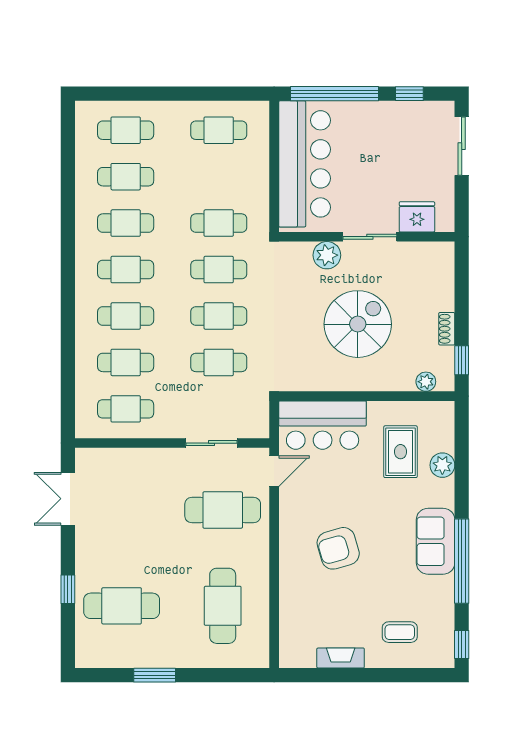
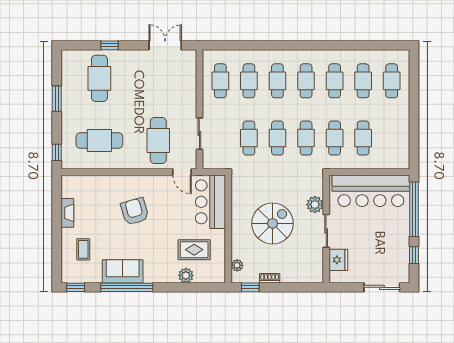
cafe table: (219, 130) -> (363, 138), moved
spiral stairs: (358, 324) -> (273, 223), turned -90
sofa: (436, 541) -> (123, 271), moved
window: (242, 675) -> (57, 152), added

